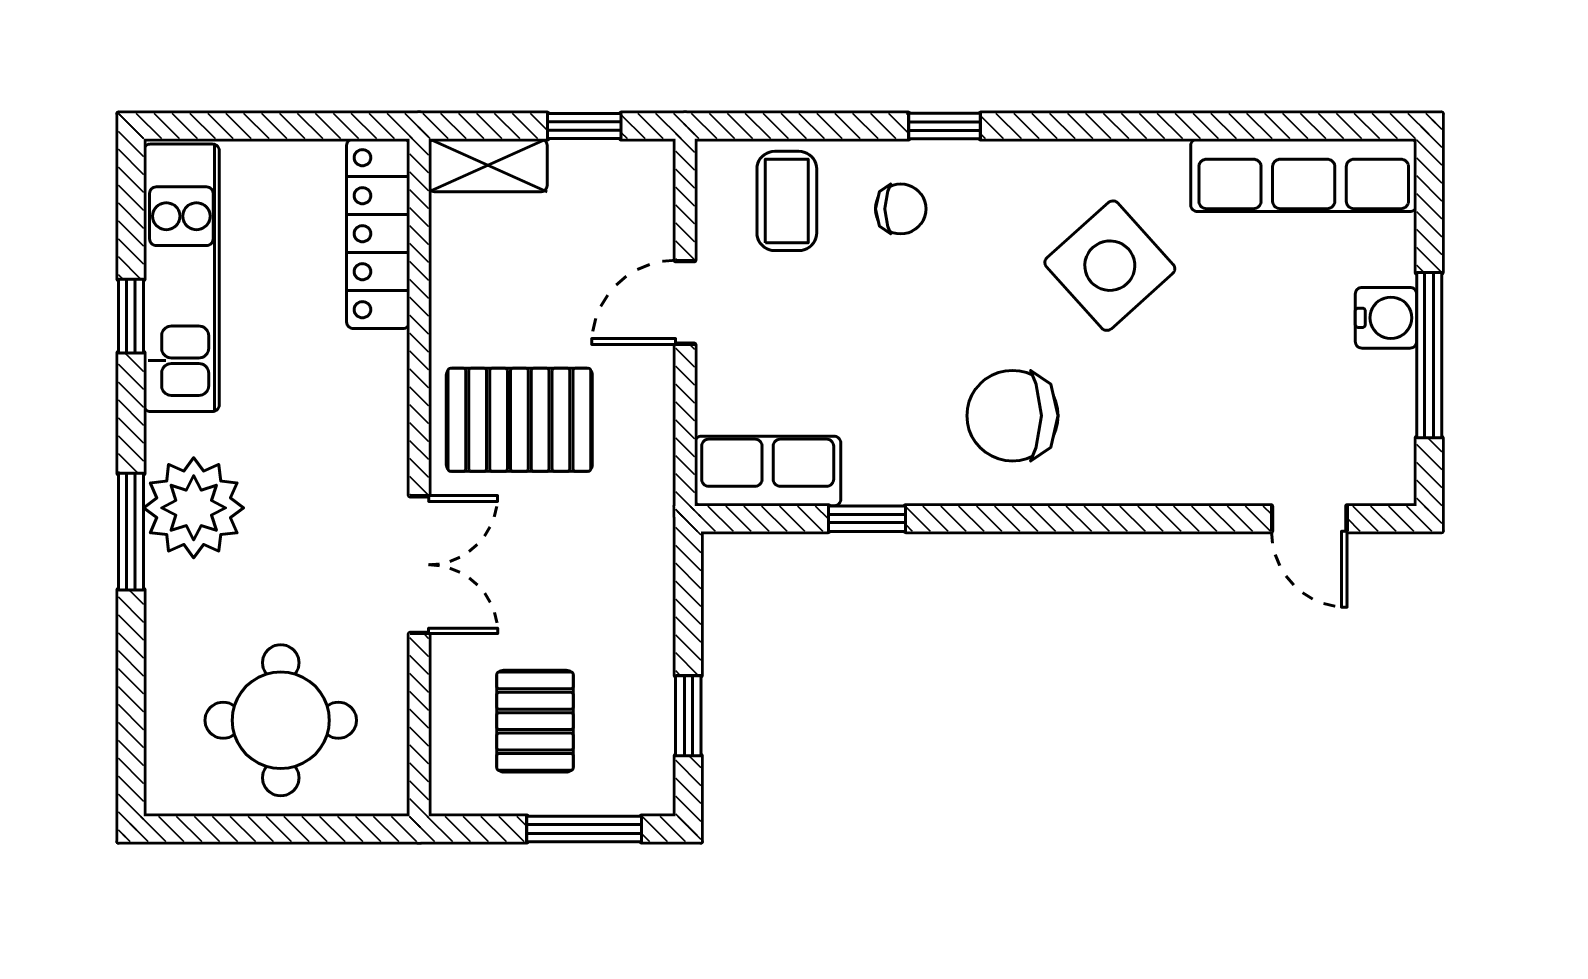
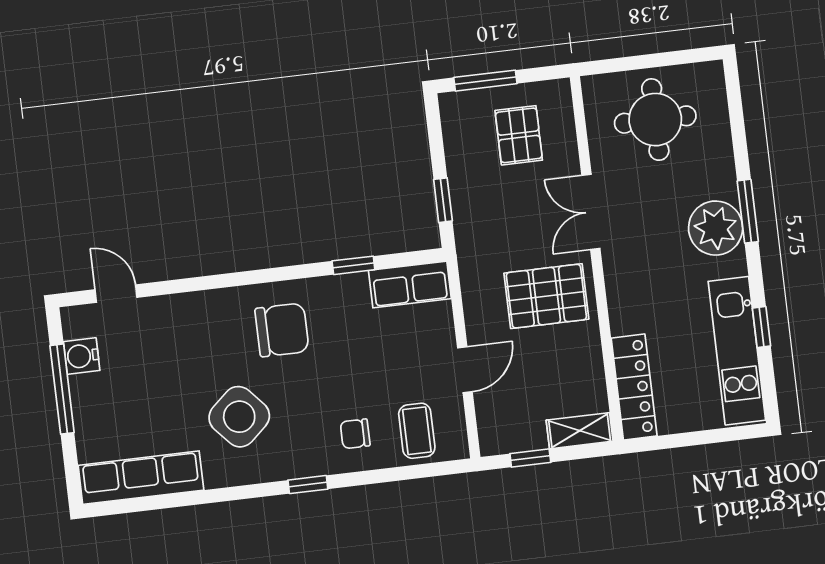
window: (944, 126) -> (308, 485), moved
water cooler: (1386, 318) -> (82, 356), moved
window: (688, 716) -> (443, 200), moved

